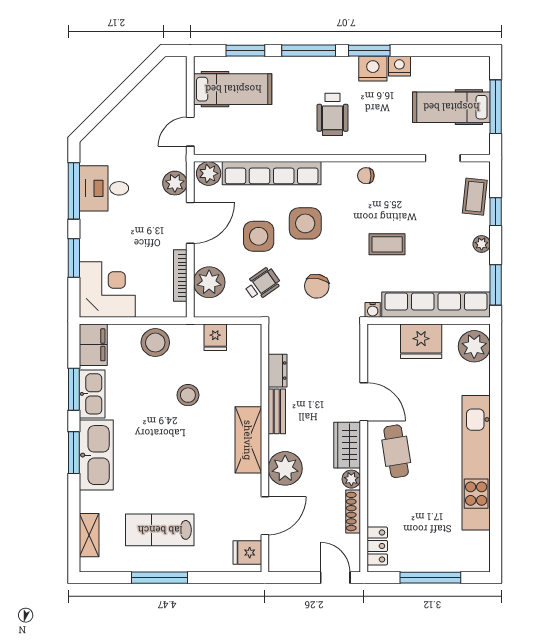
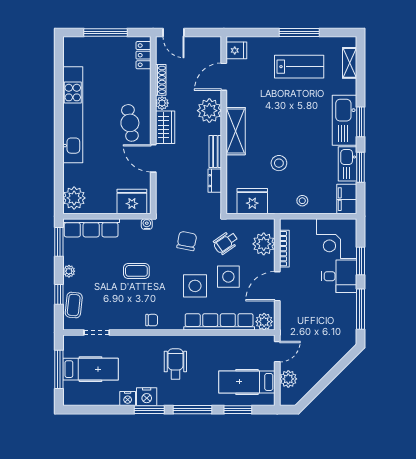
plant: (175, 183) -> (288, 379), moved
desk: (104, 188) -> (339, 276), moved
row of seats: (436, 305) -> (91, 228), width x0.73
fridge: (215, 337) -> (252, 201), width x1.88, depth x1.34
fridge: (421, 341) -> (132, 202), moved
stool: (155, 343) -> (302, 201), width x0.53, depth x0.53

